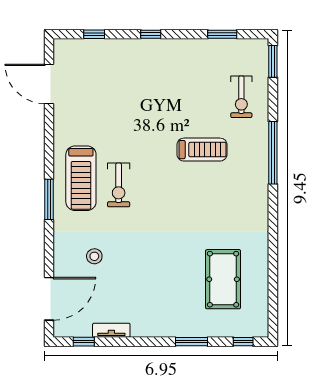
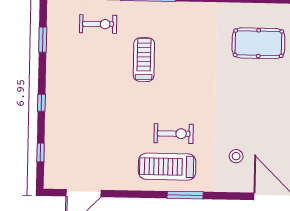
treadmill: (81, 178) -> (167, 167), turned 180

